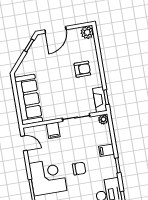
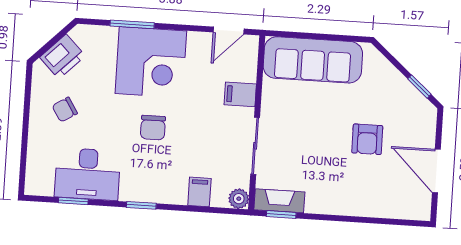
door: (55, 30) -> (436, 171), moved
plant: (87, 32) -> (418, 207), removed
armchair: (82, 69) -> (367, 139), moved
filing cabinet: (107, 150) -> (199, 192), moved

